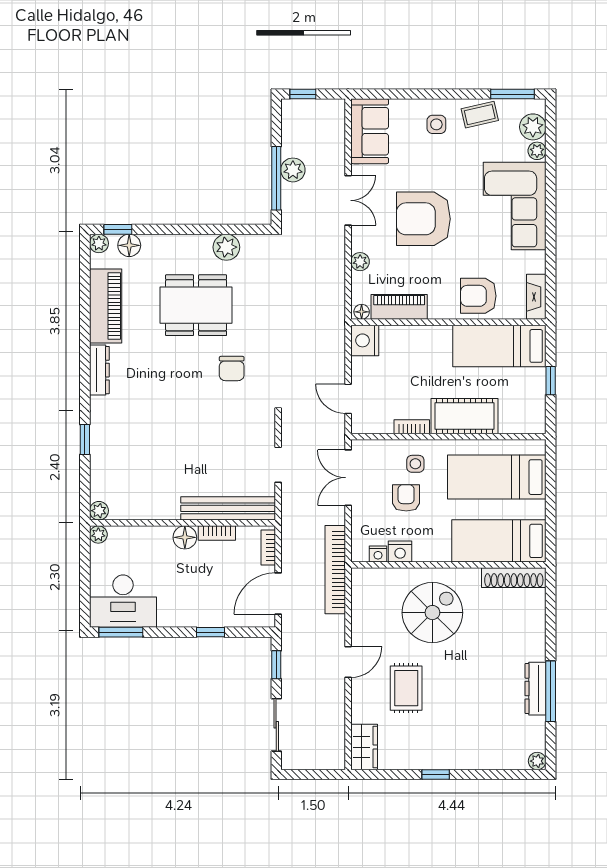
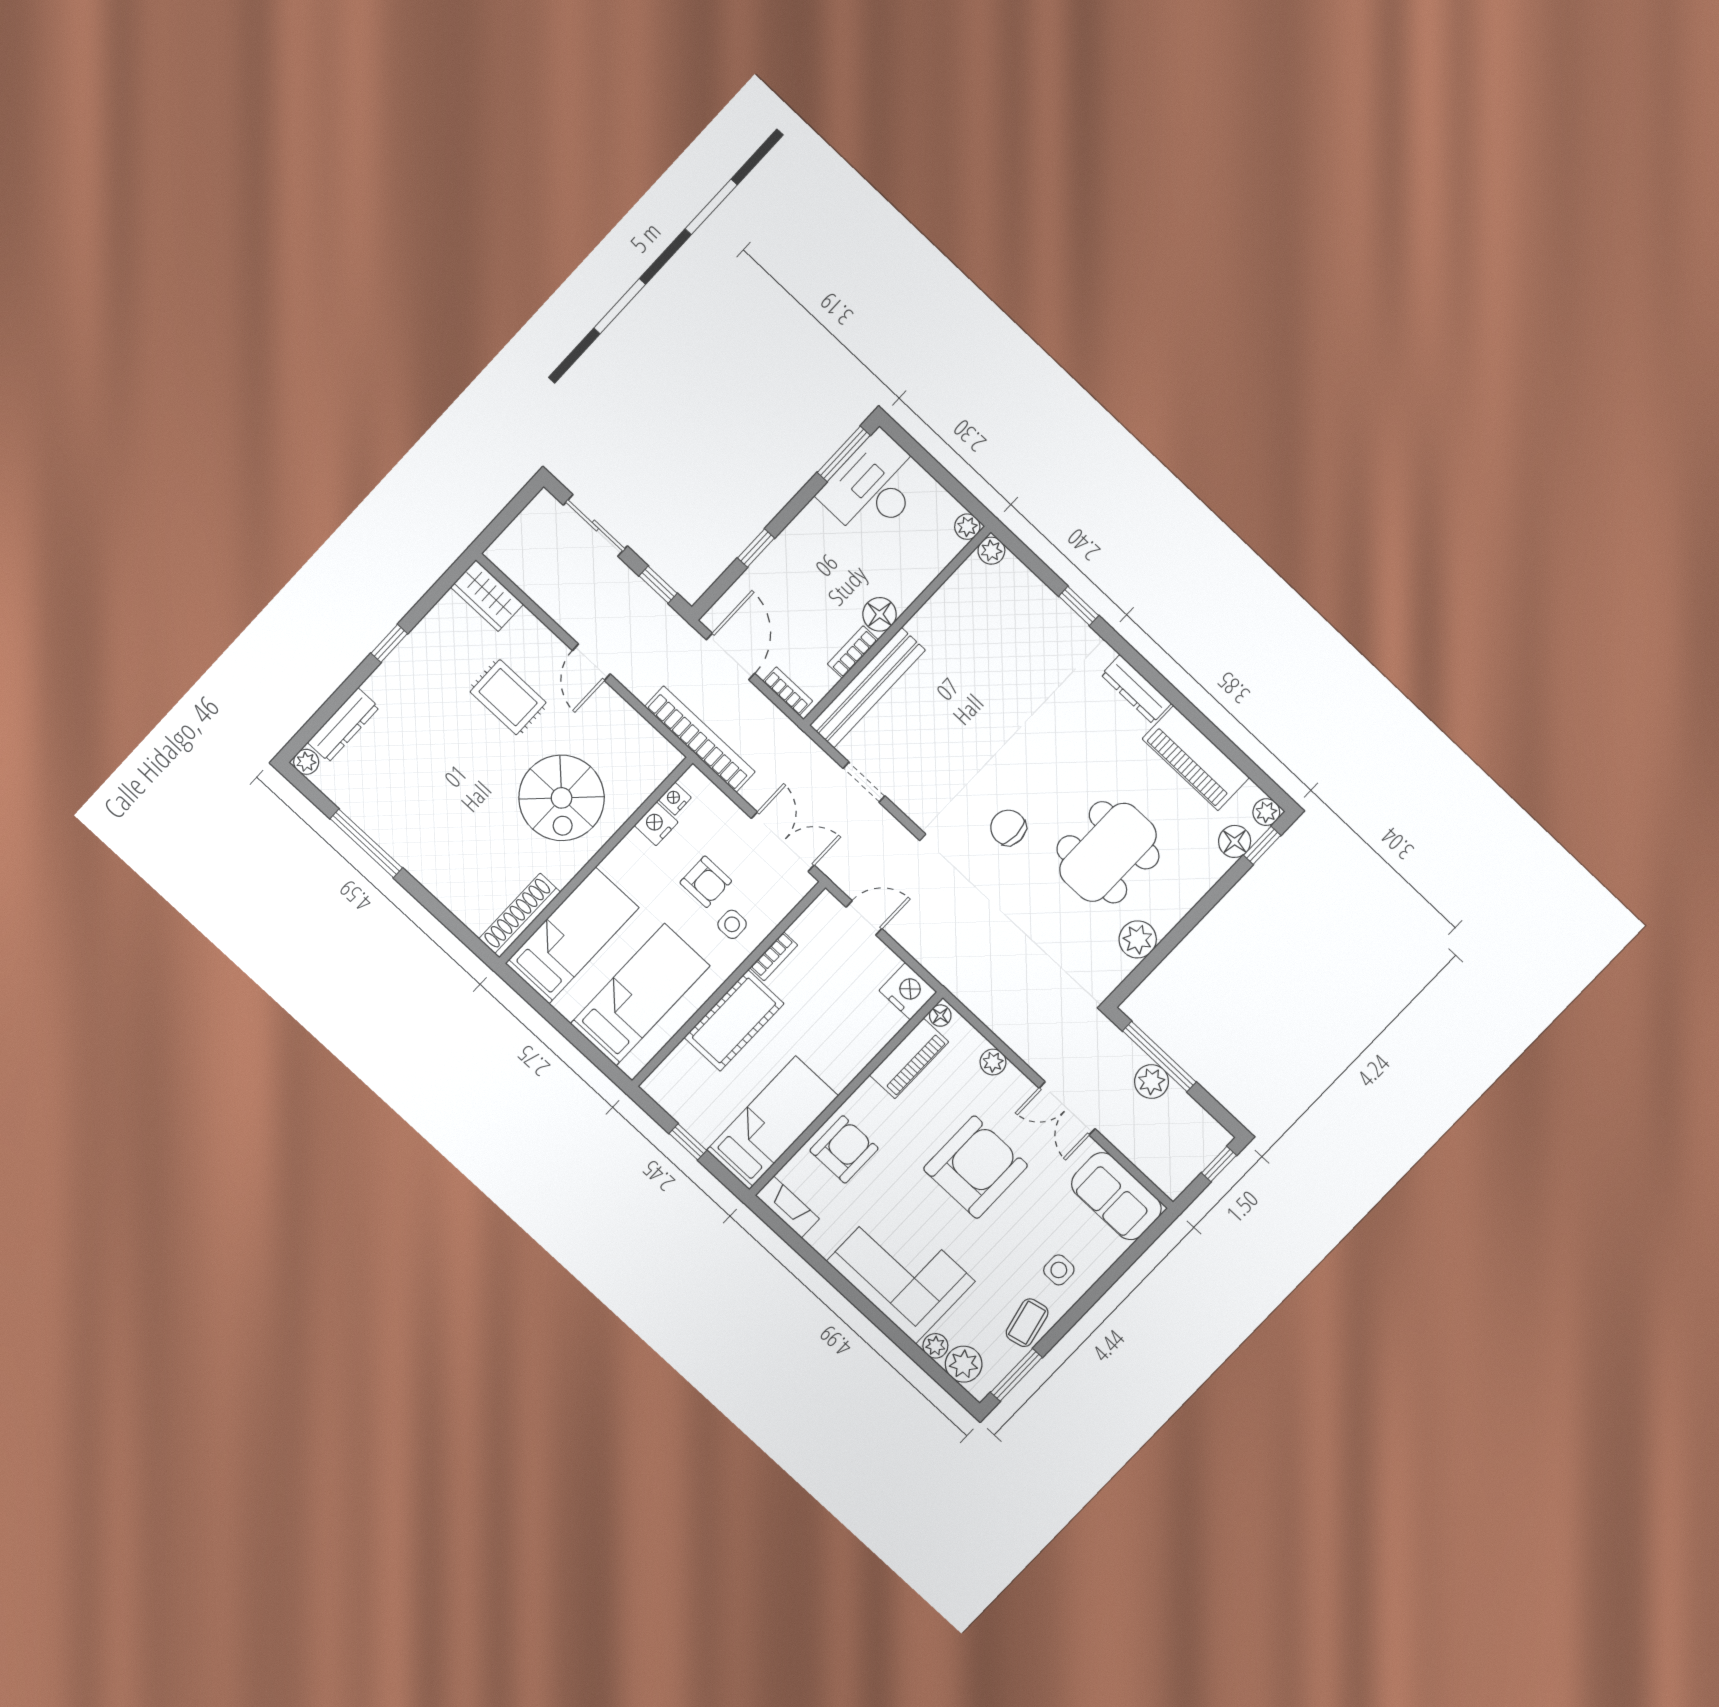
dresser: (536, 689) -> (343, 725), moved, turned 90

